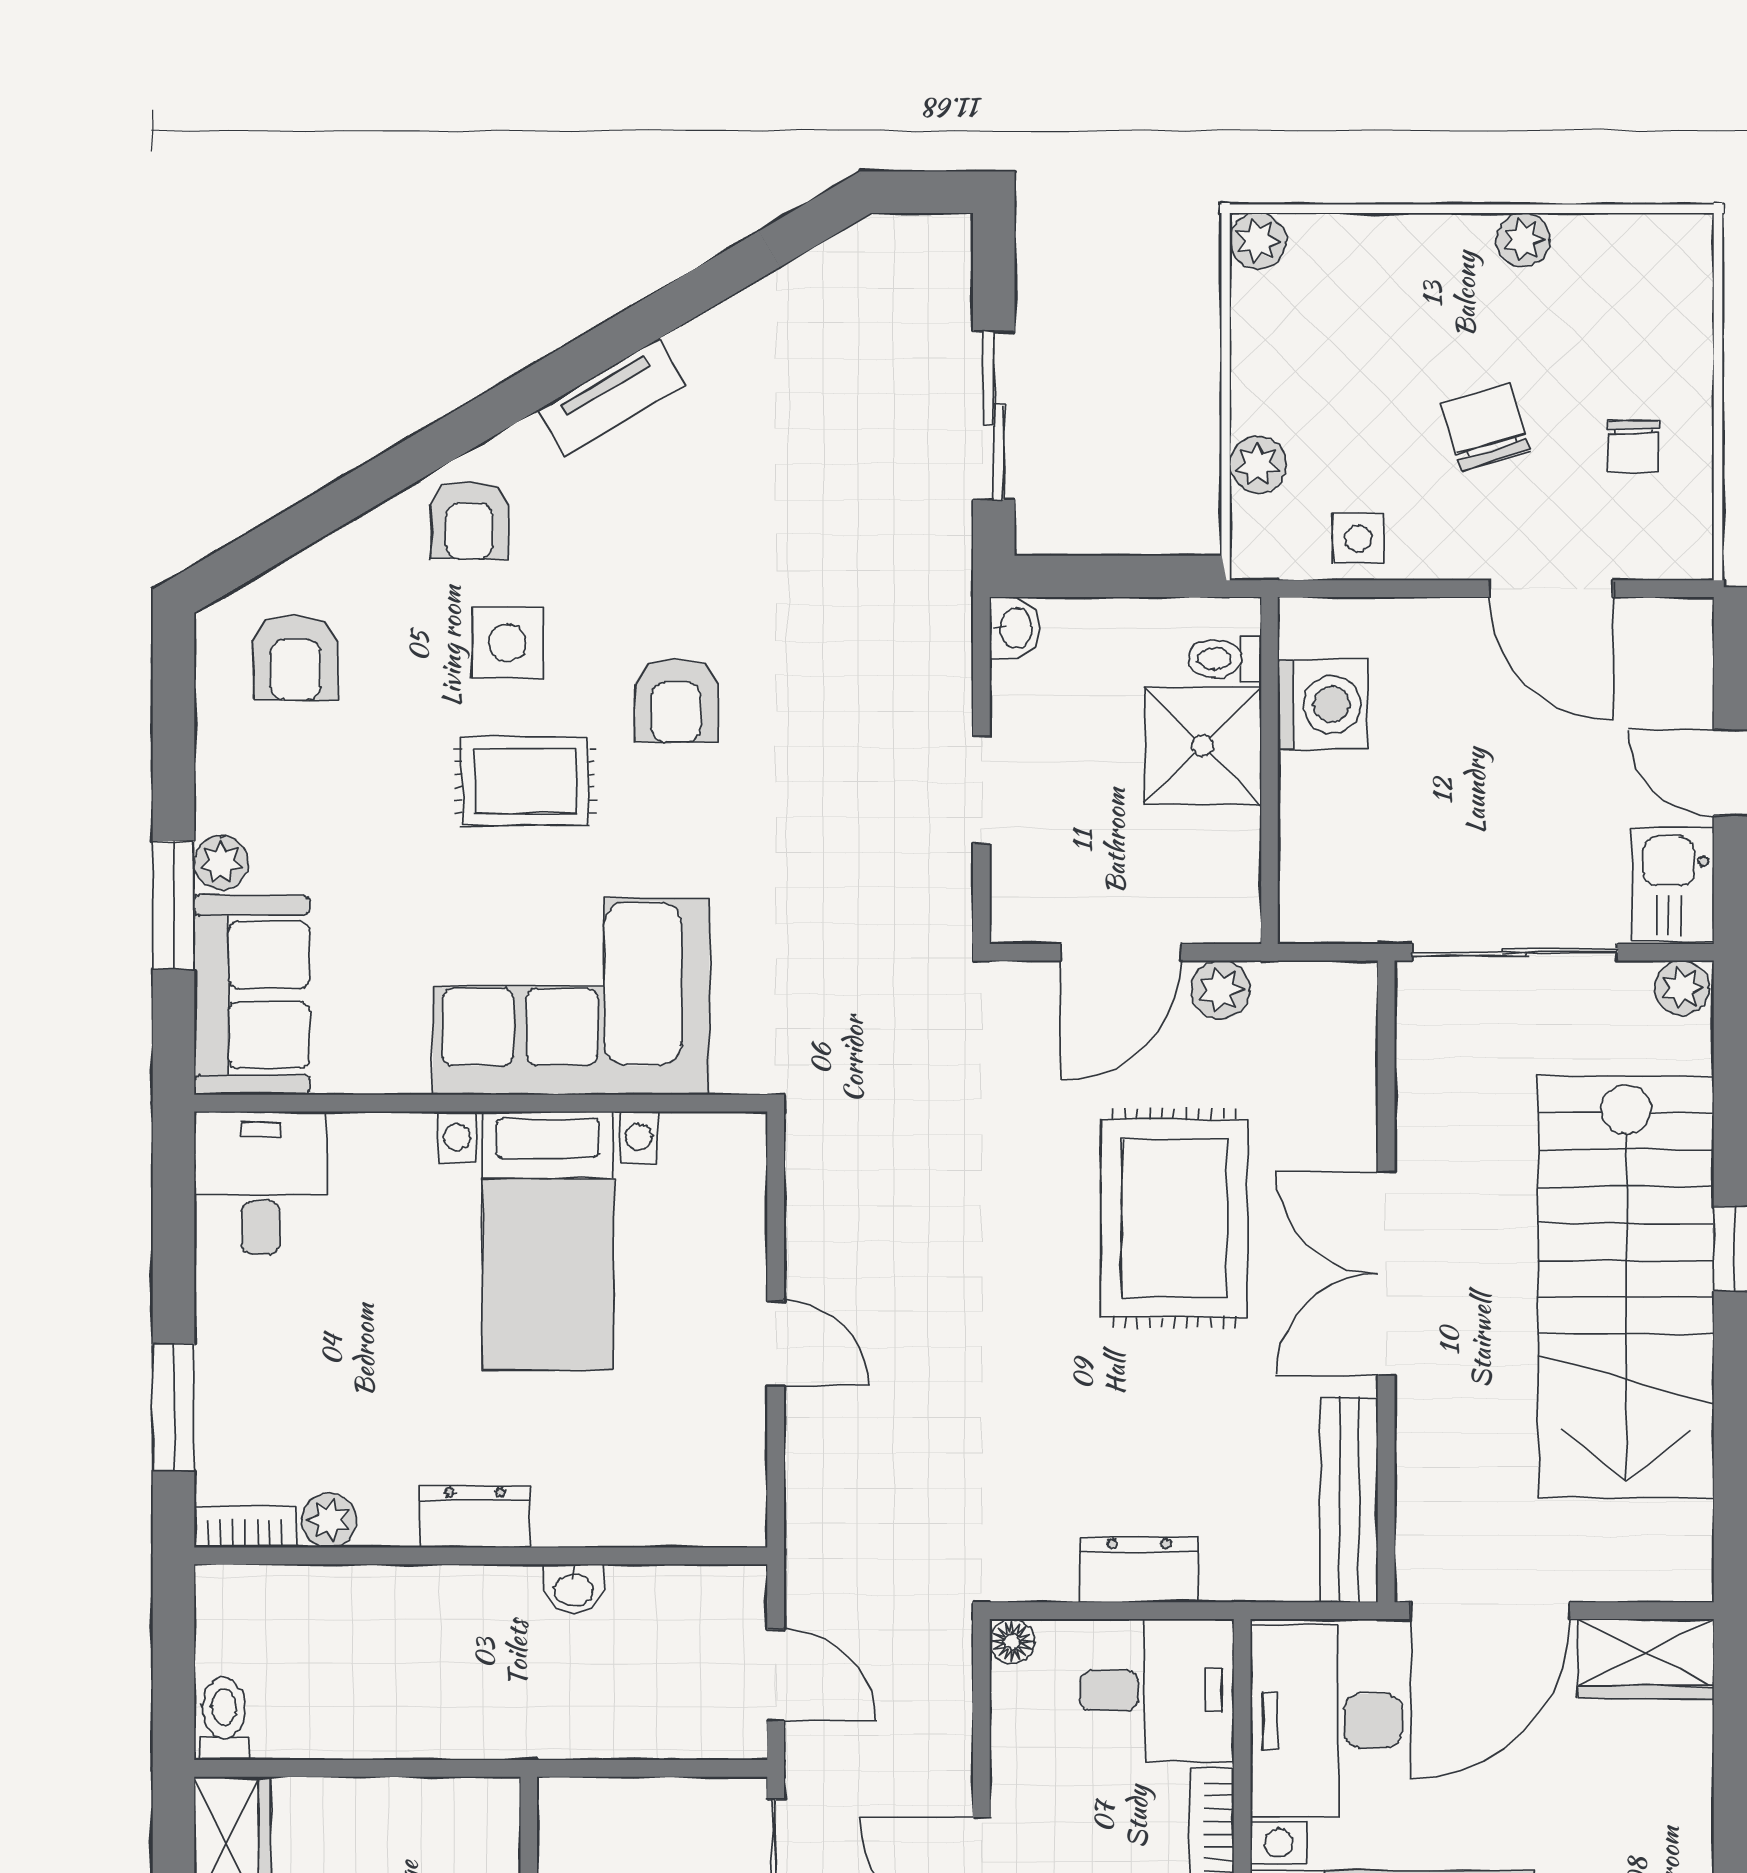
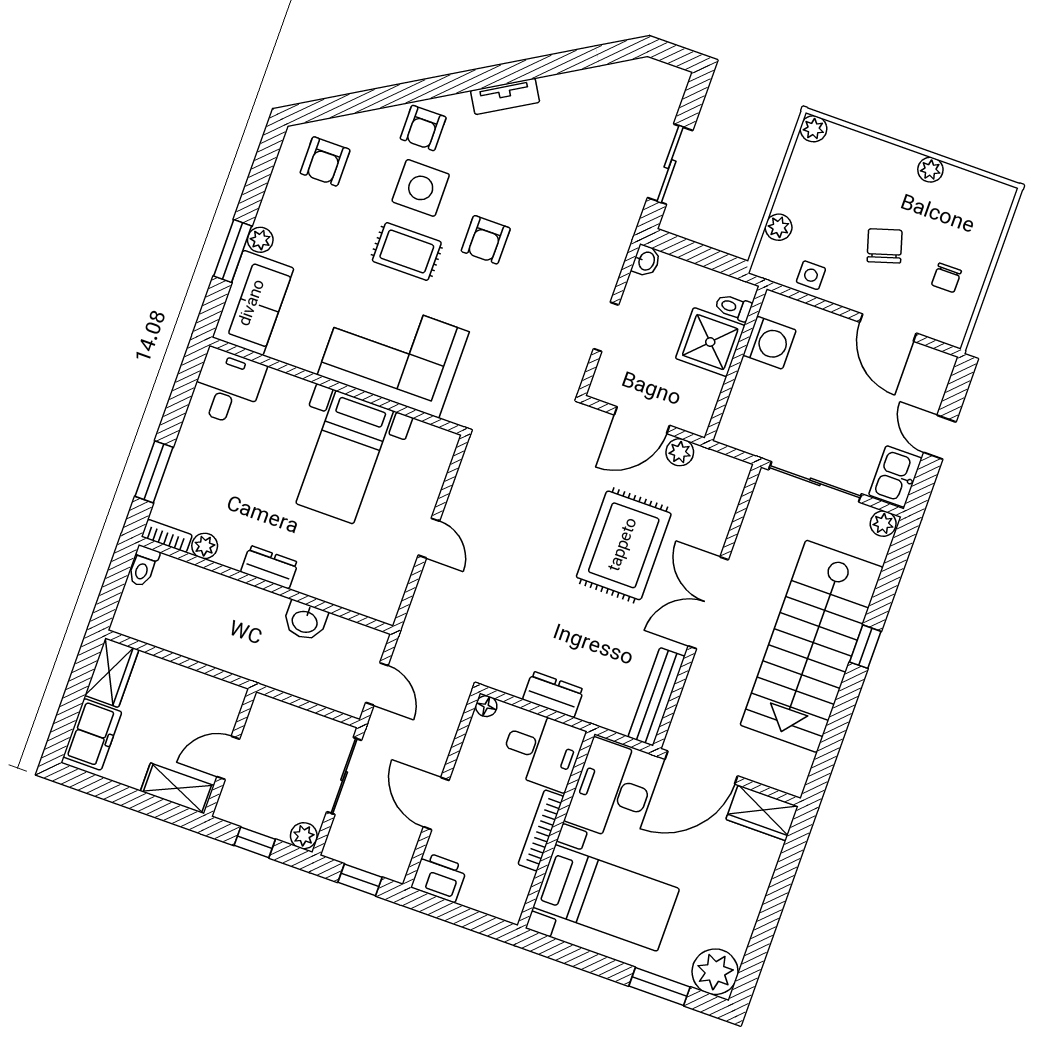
side table: (508, 643) -> (421, 188), width x1.37, depth x1.37
washbasin: (574, 1589) -> (305, 621), width x1.38, depth x1.45
toilet: (224, 1719) -> (143, 566), moved, turned 180

